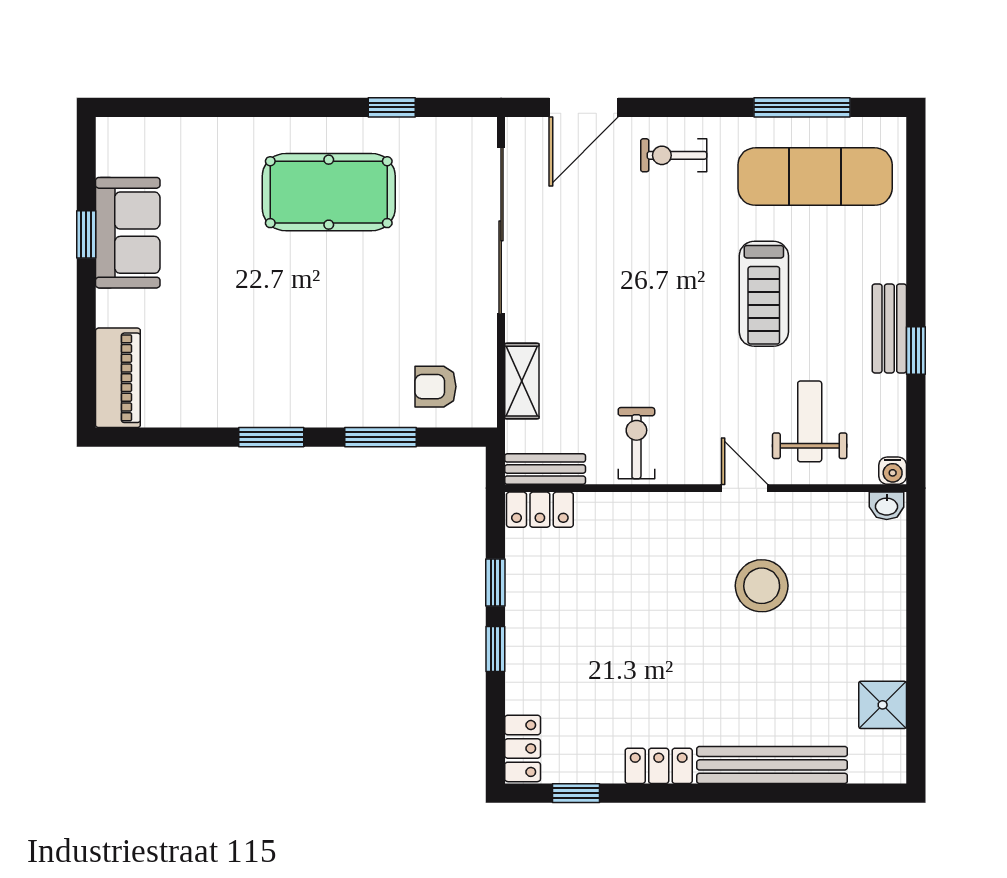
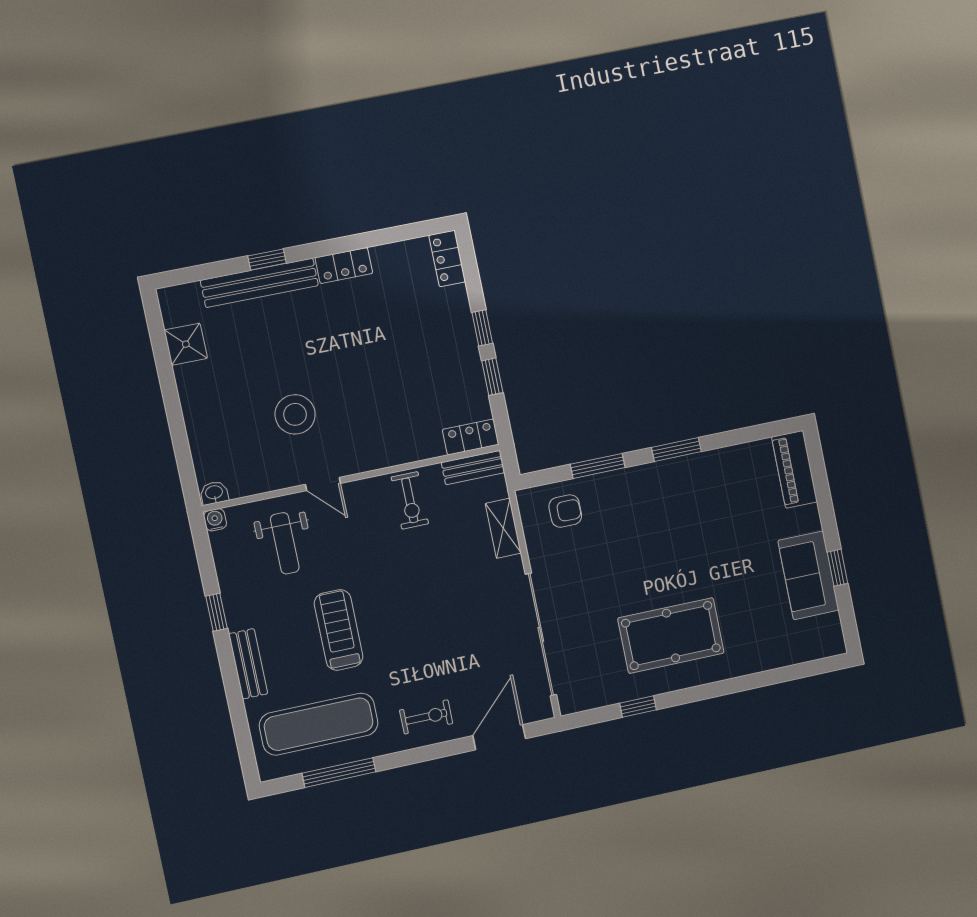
bench: (889, 328) -> (248, 664), moved
window: (576, 793) -> (267, 259), moved

